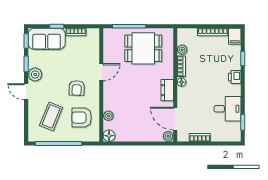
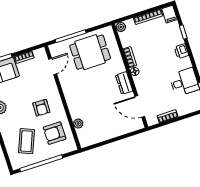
plant: (182, 50) -> (121, 27), moved
door: (101, 72) -> (53, 67), moved
floor lamp: (109, 136) -> (85, 141), removed
plant: (168, 136) -> (138, 125), removed

